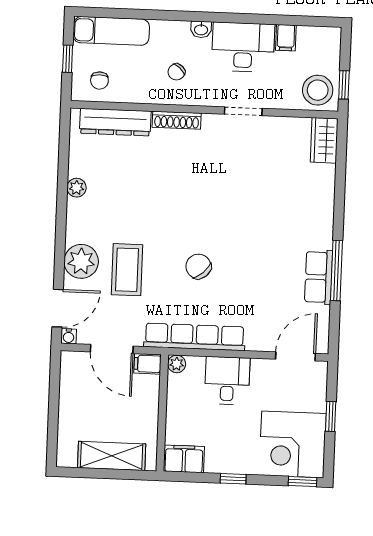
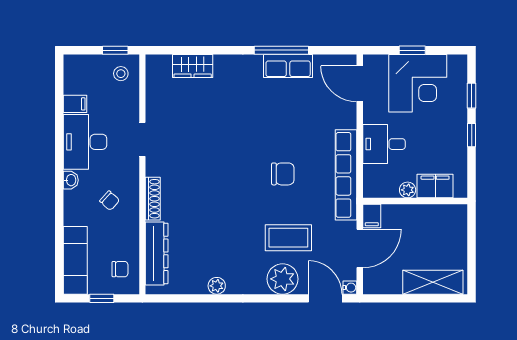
stool: (318, 90) -> (121, 74), width x0.53, depth x0.53
wardrobe: (324, 140) -> (193, 66), moved
chair: (198, 266) -> (283, 174), turned -138
plant: (177, 364) -> (408, 190), moved
corner desk: (293, 444) -> (418, 83), moved
shelving: (112, 456) -> (433, 282), moved, turned 90
filing cabinet: (184, 459) -> (435, 186), moved, turned 90
window: (303, 482) -> (472, 96), moved

